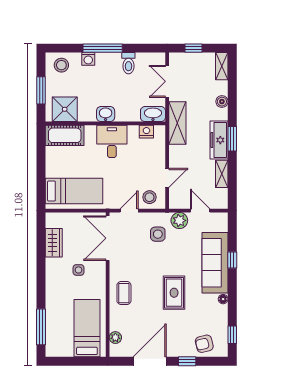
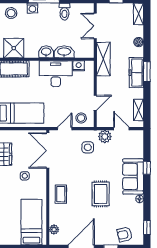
washbasin: (153, 114) -> (64, 52), moved
desk: (112, 141) -> (56, 74), width x1.37
shelving: (222, 174) -> (138, 110), moved
sofa: (215, 263) -> (133, 176), width x0.73

